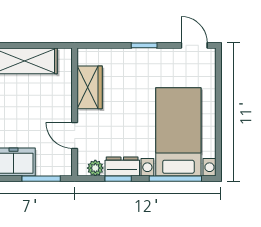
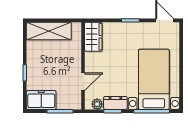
wardrobe: (90, 87) -> (93, 37), moved
door: (75, 135) -> (83, 82), swing flipped

